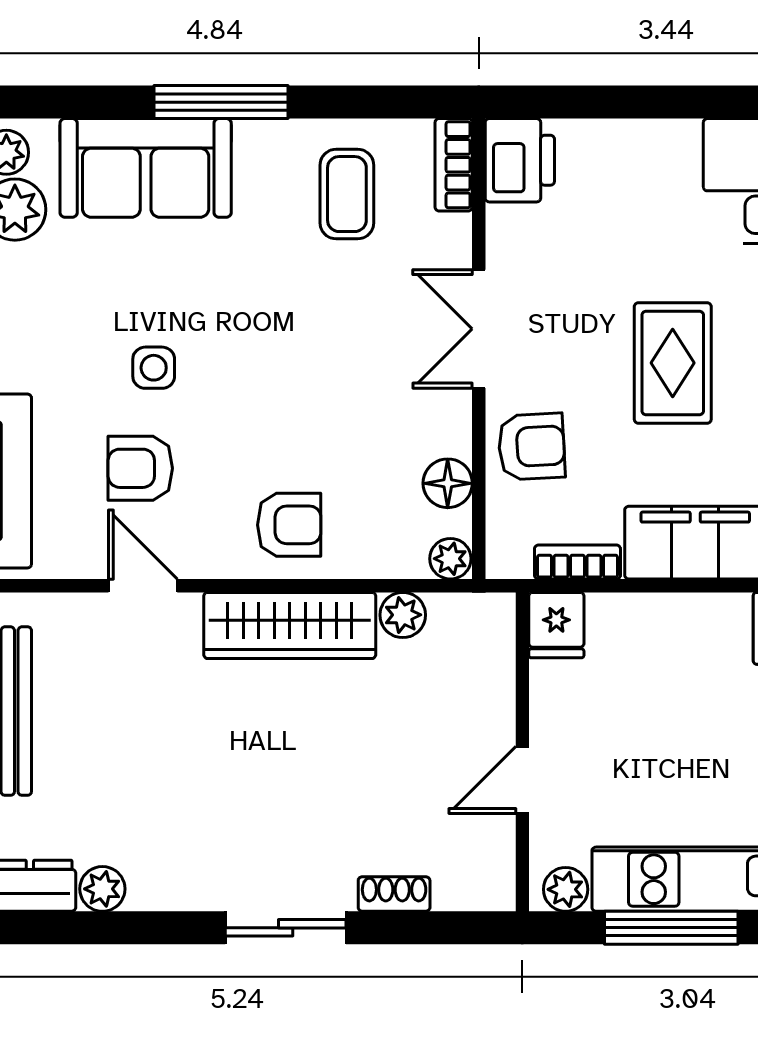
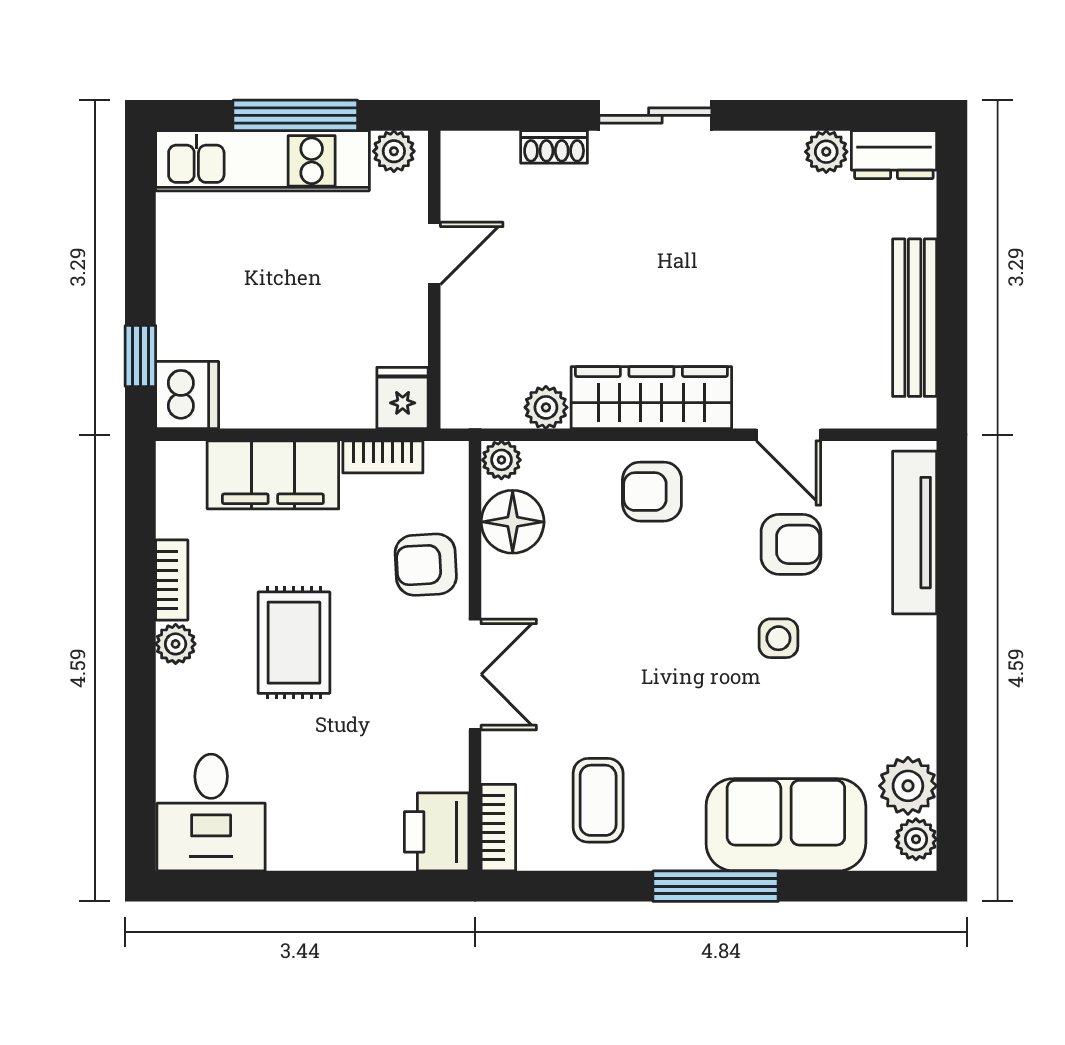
floor lamp: (448, 483) -> (513, 522), width x1.38, depth x1.38

